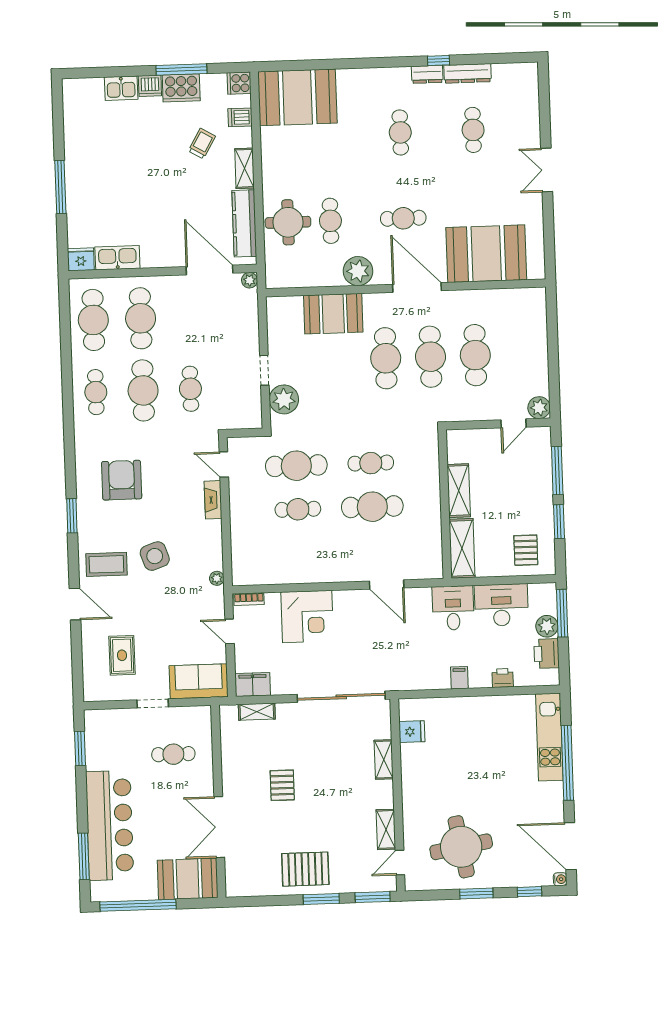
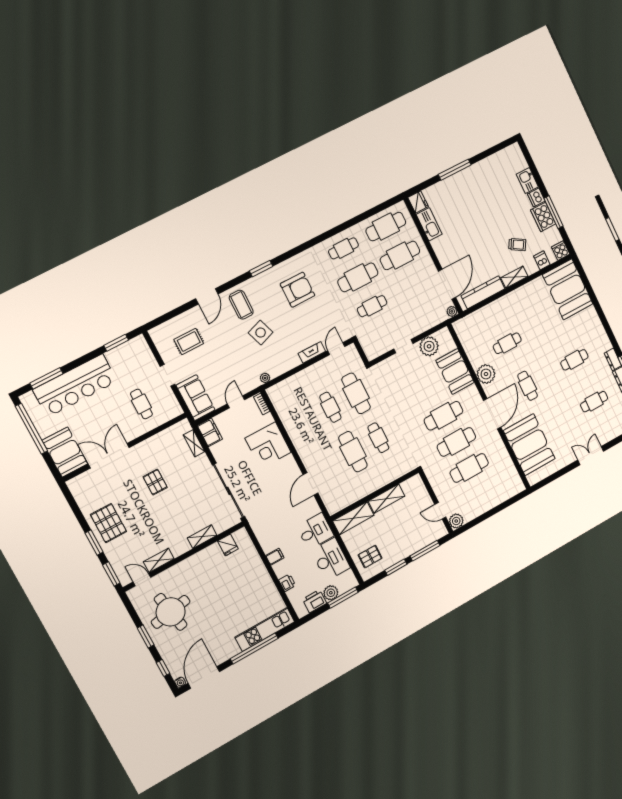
round table: (288, 222) -> (495, 318), removed
plant: (284, 399) -> (429, 346), moved
pallet: (282, 785) -> (155, 482), turned 90

